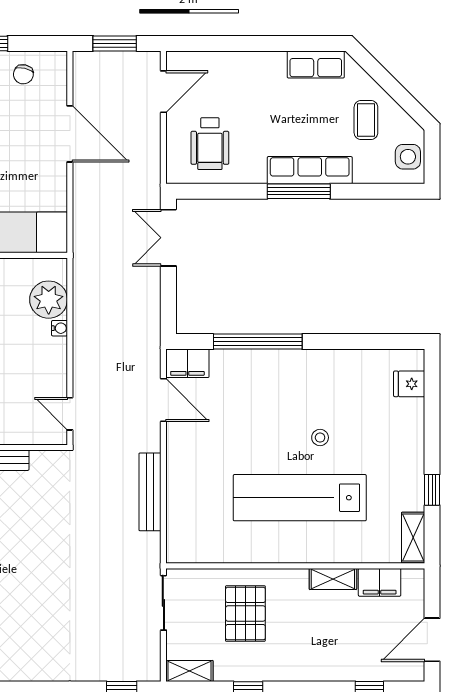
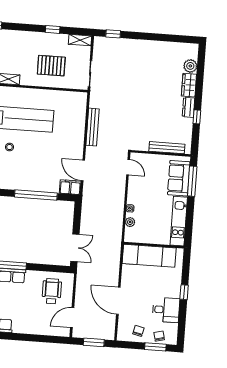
plant: (49, 300) -> (130, 222), width x0.53, depth x0.53
pallet: (245, 614) -> (51, 66), turned 90

